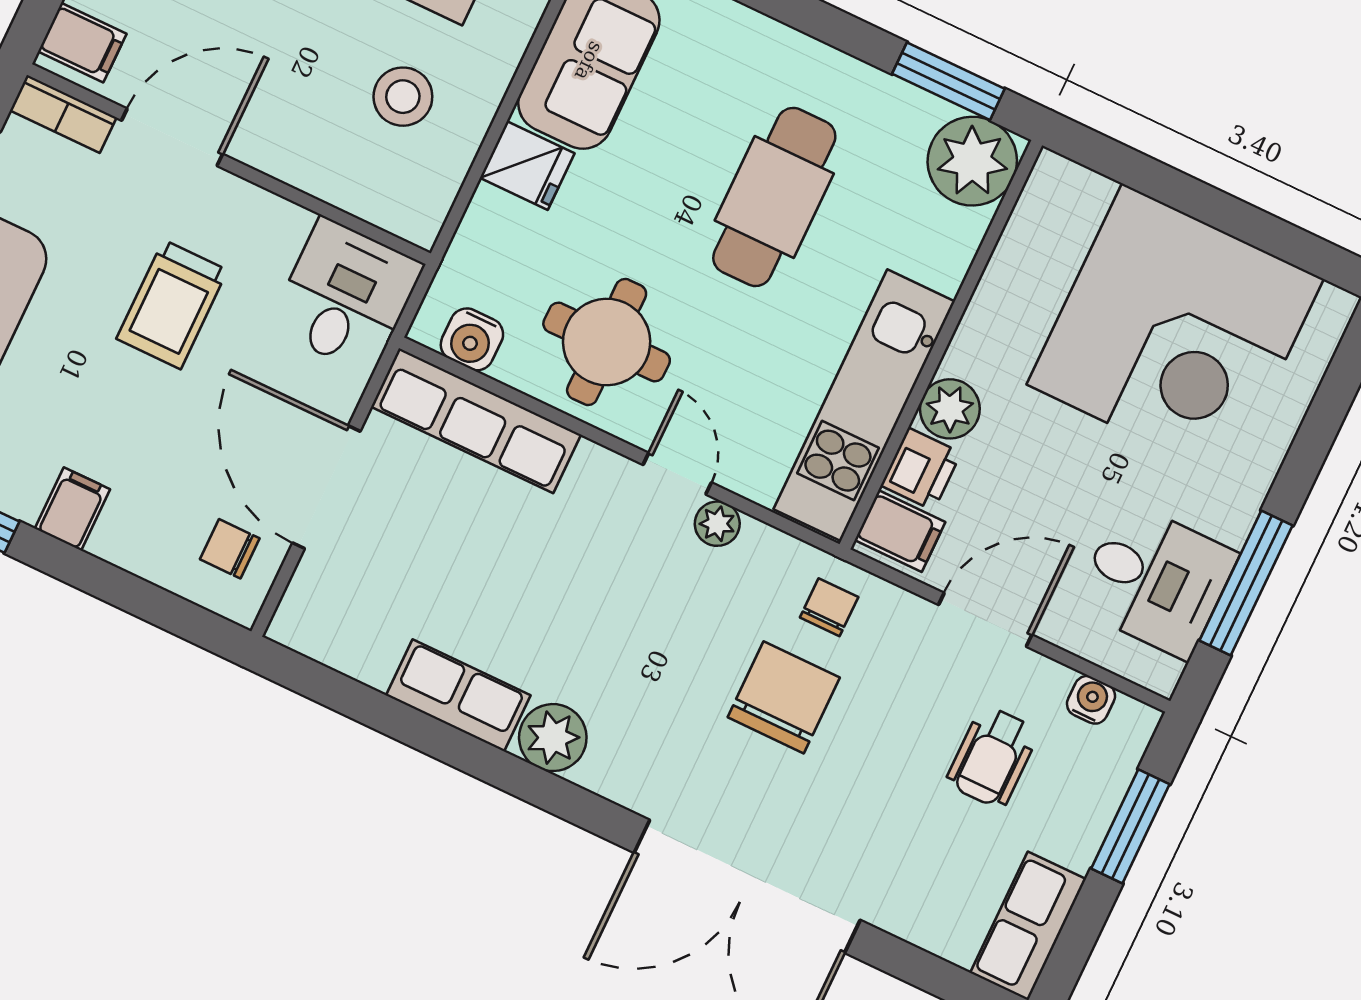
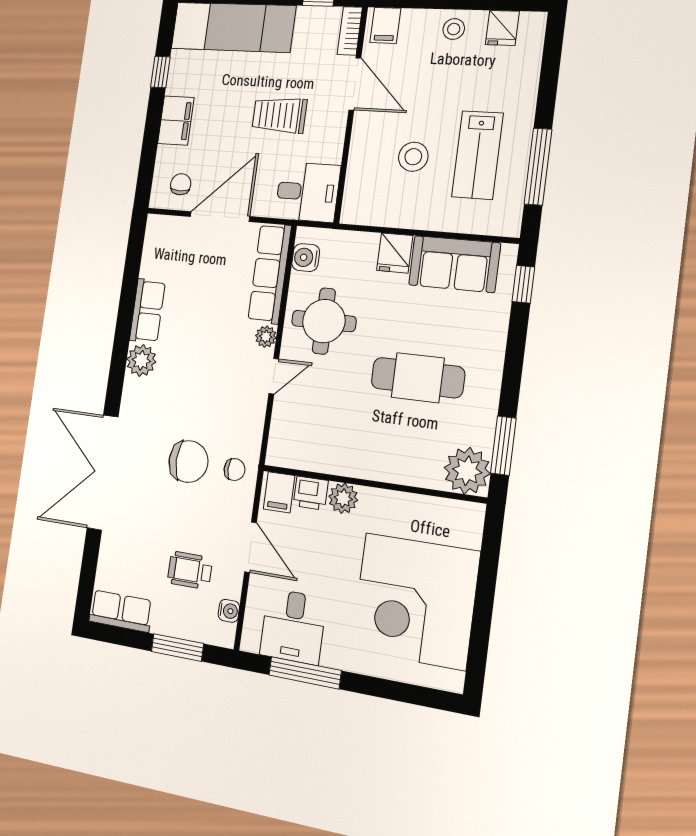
stool: (403, 97) -> (413, 157), moved
kitchen unit: (864, 405) -> (332, 455), removed
filing cabinet: (72, 509) -> (176, 121), width x2.00
plant: (717, 524) -> (266, 337), moved

